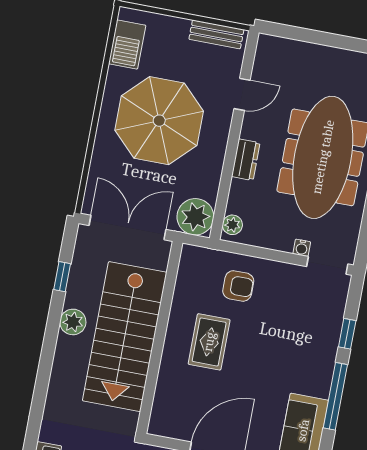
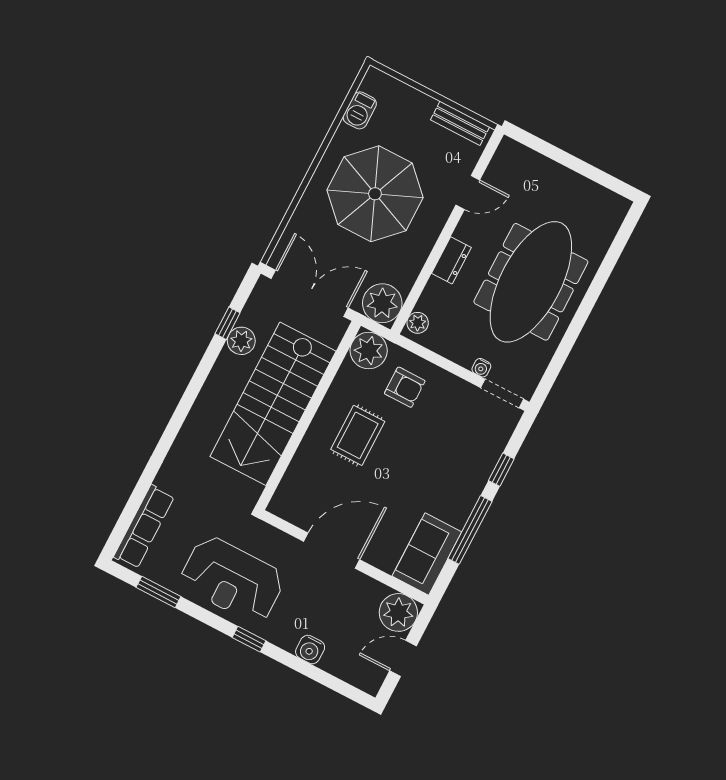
barbecue: (127, 44) -> (360, 110), width x0.73, depth x0.79
plant: (196, 263) -> (369, 351), added
plant: (73, 322) -> (241, 341), moved

